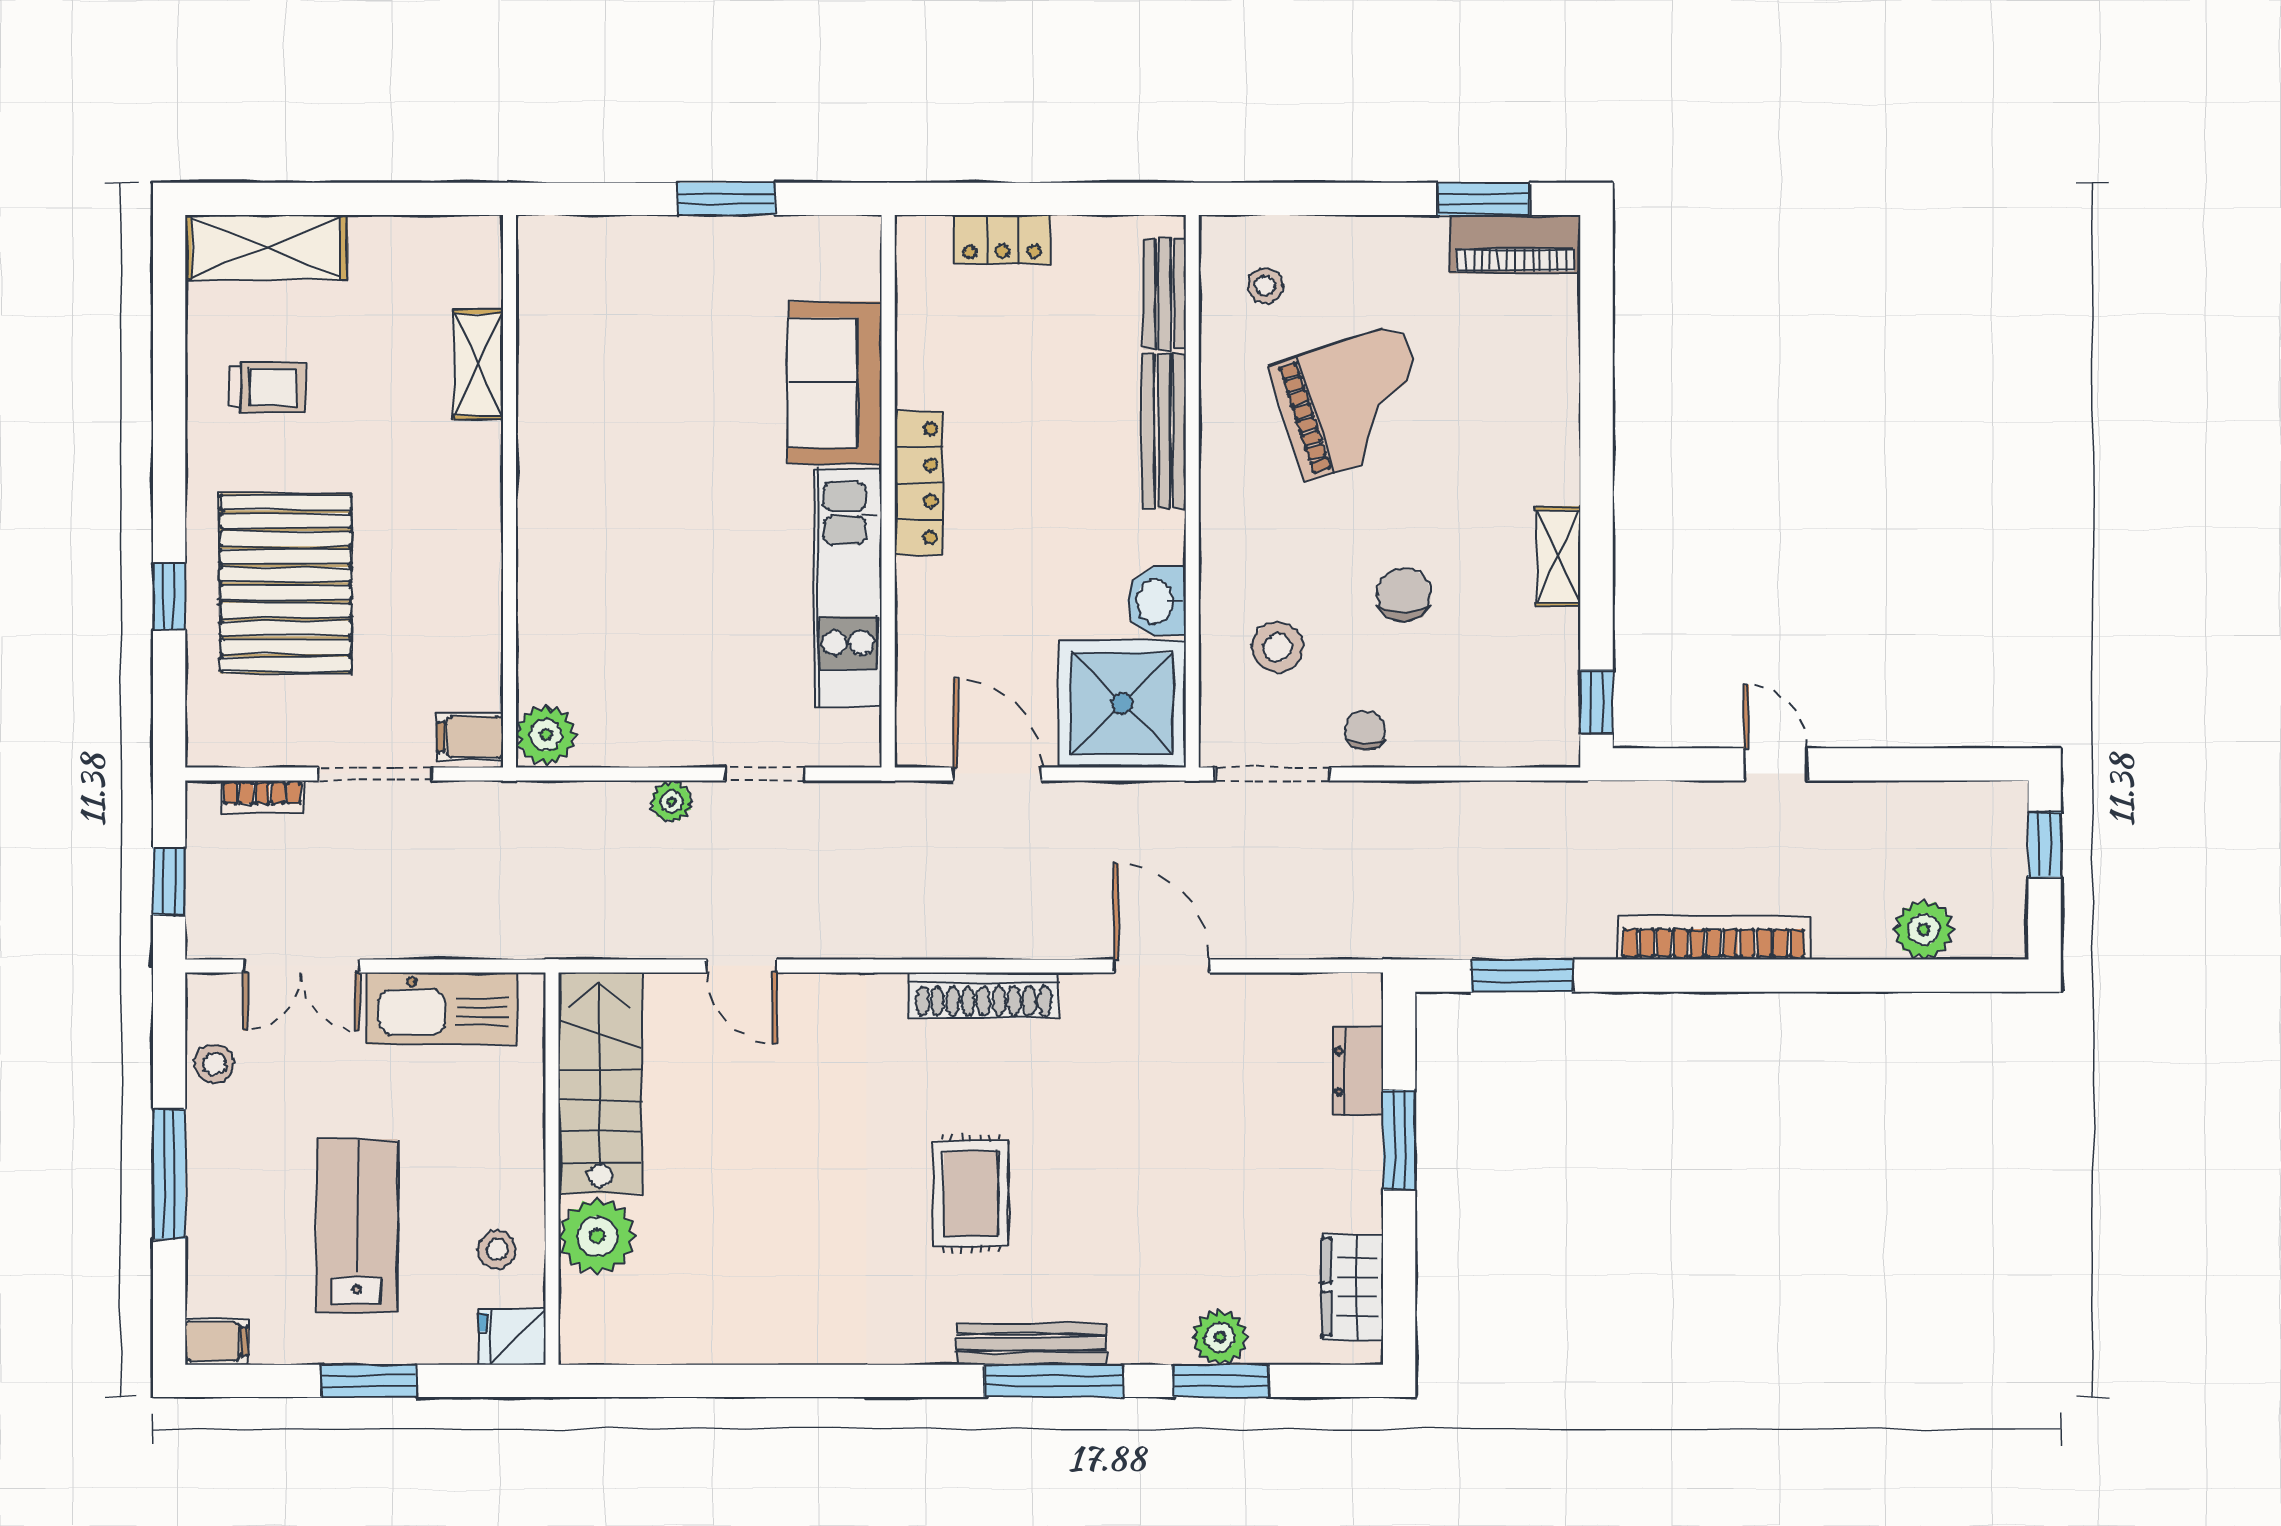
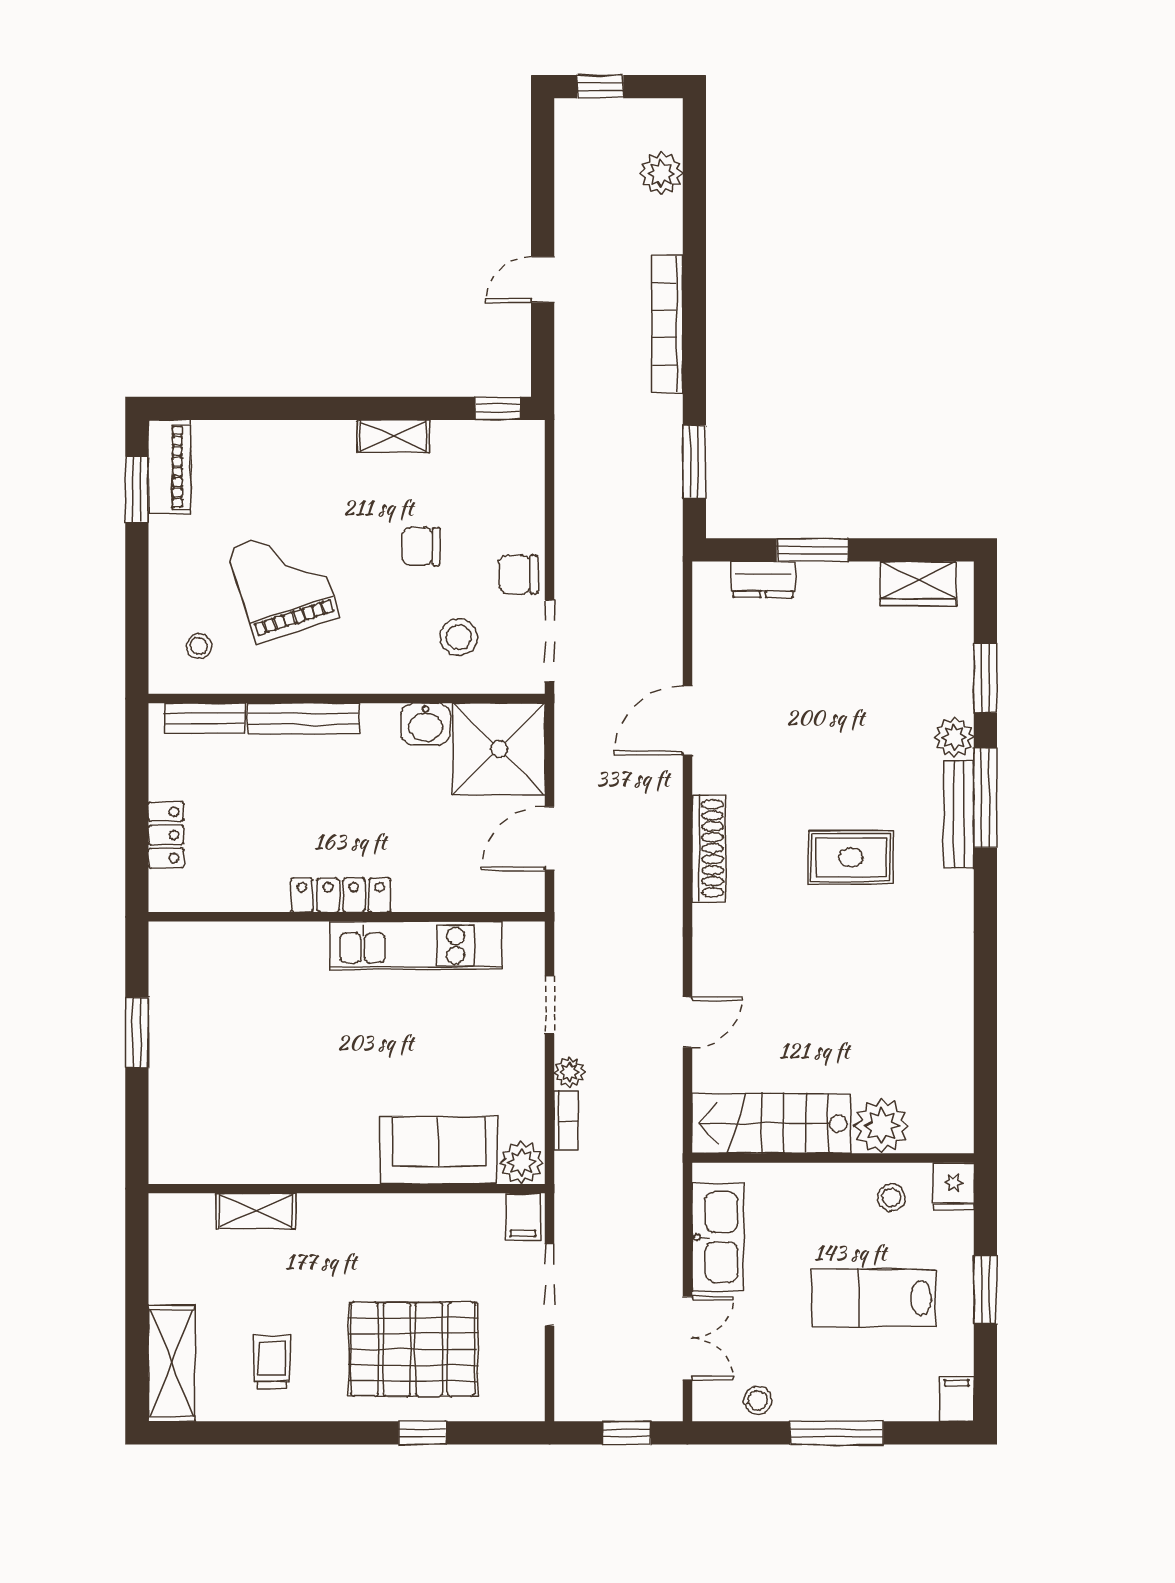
sofa: (835, 383) -> (439, 1150), moved, turned 180
chair: (1365, 731) -> (518, 574), width x1.37, depth x1.37
bookcase: (262, 797) -> (566, 1120), moved
plant: (1220, 1337) -> (954, 737), moved

